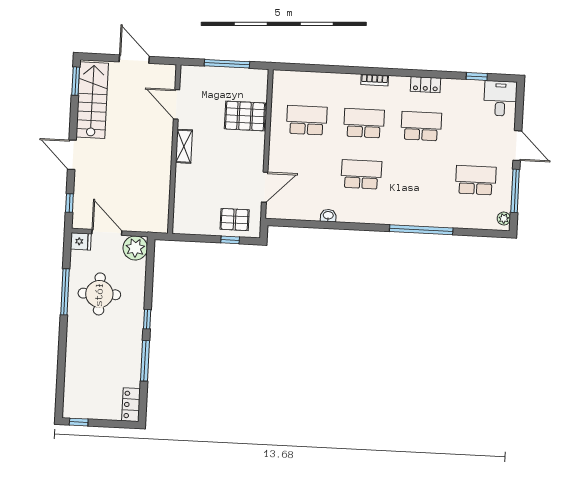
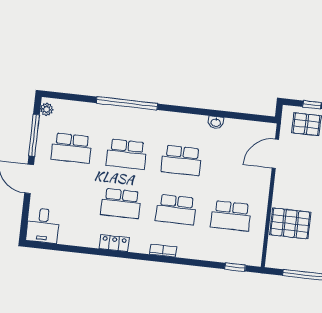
window: (477, 76) -> (235, 267), moved
school desk: (419, 177) -> (126, 154), added

